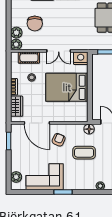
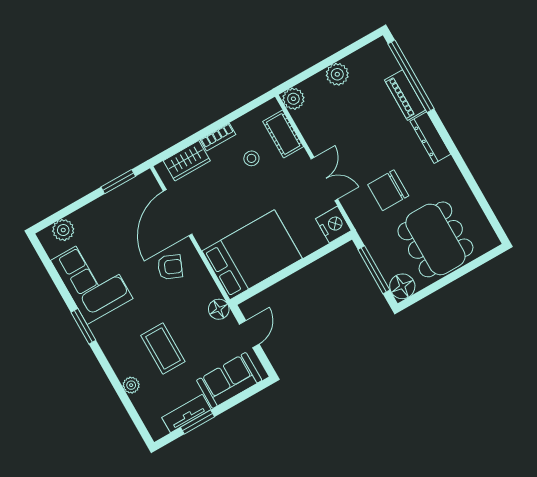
chair: (35, 24) -> (388, 190), moved
plant: (16, 33) -> (337, 74), moved
double door: (59, 51) -> (324, 179), swing flipped
bed: (67, 87) -> (252, 255), moved, turned 90
coffee table: (84, 153) -> (163, 348), moved

